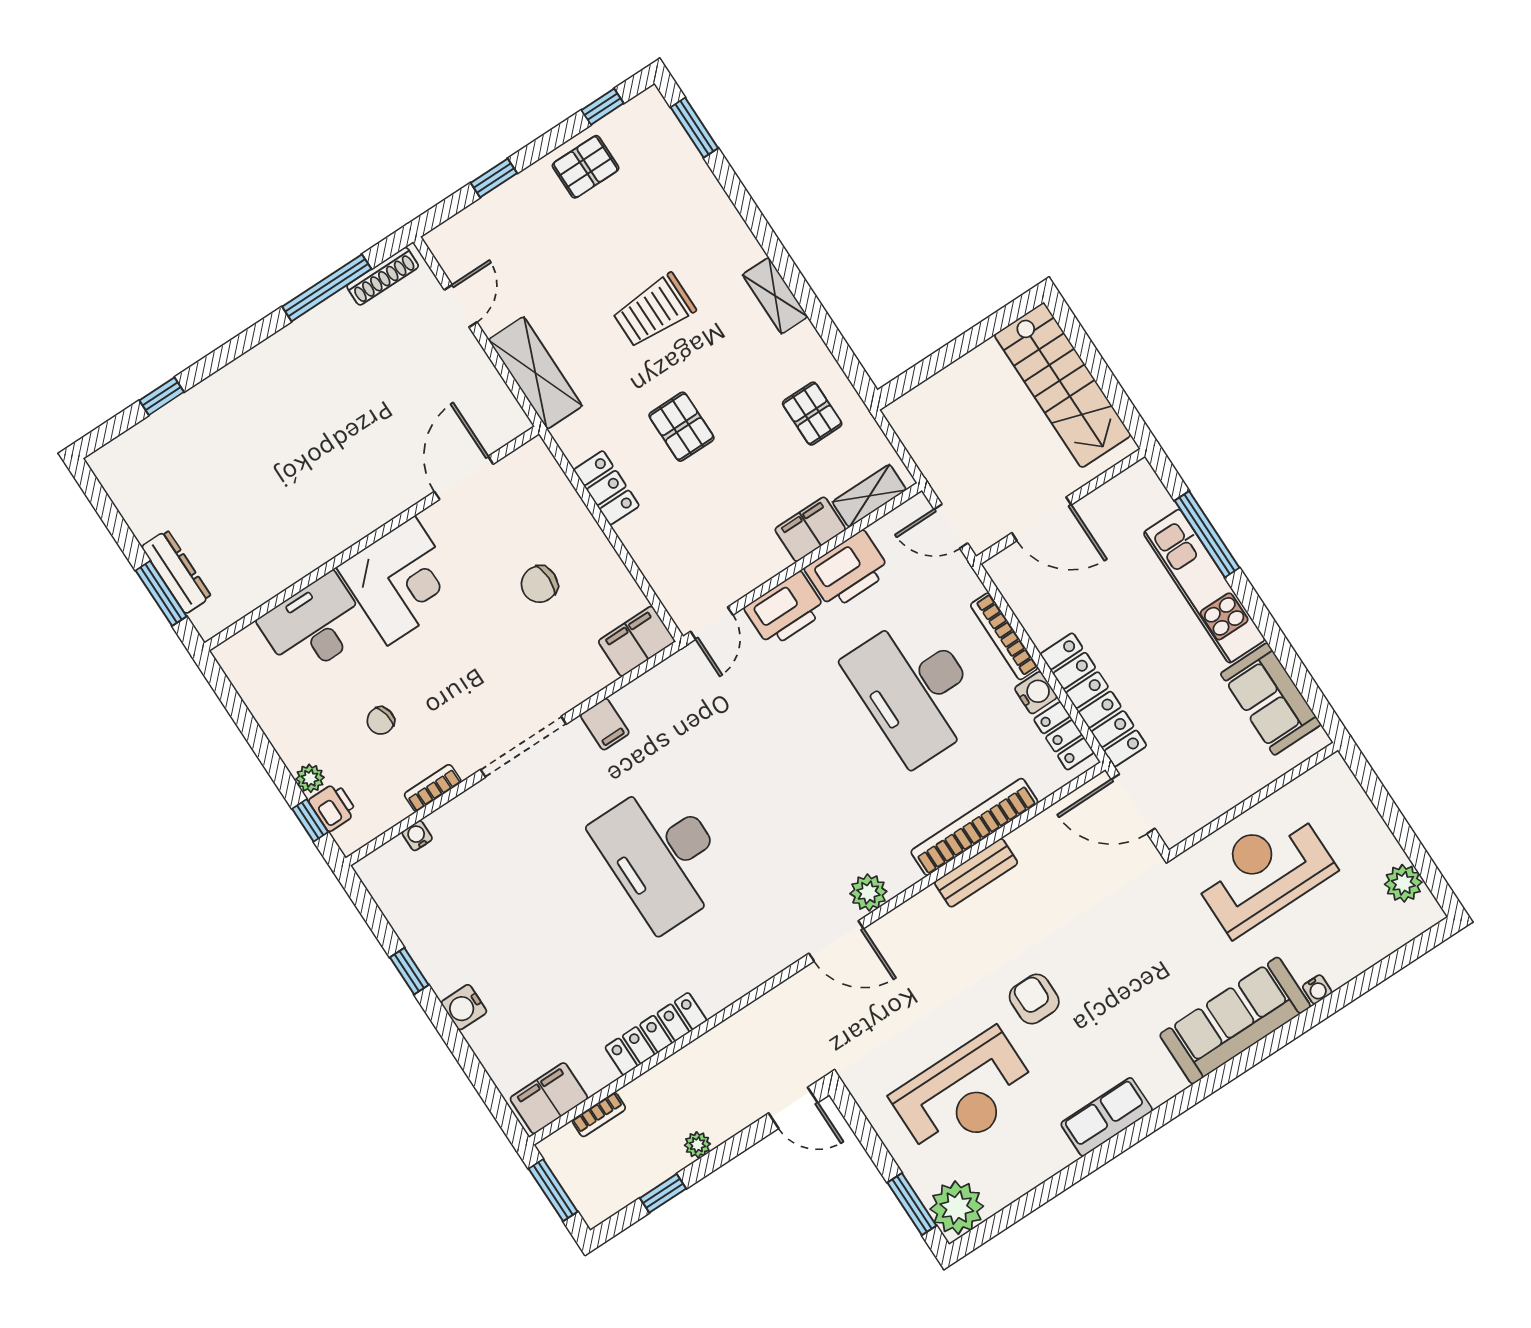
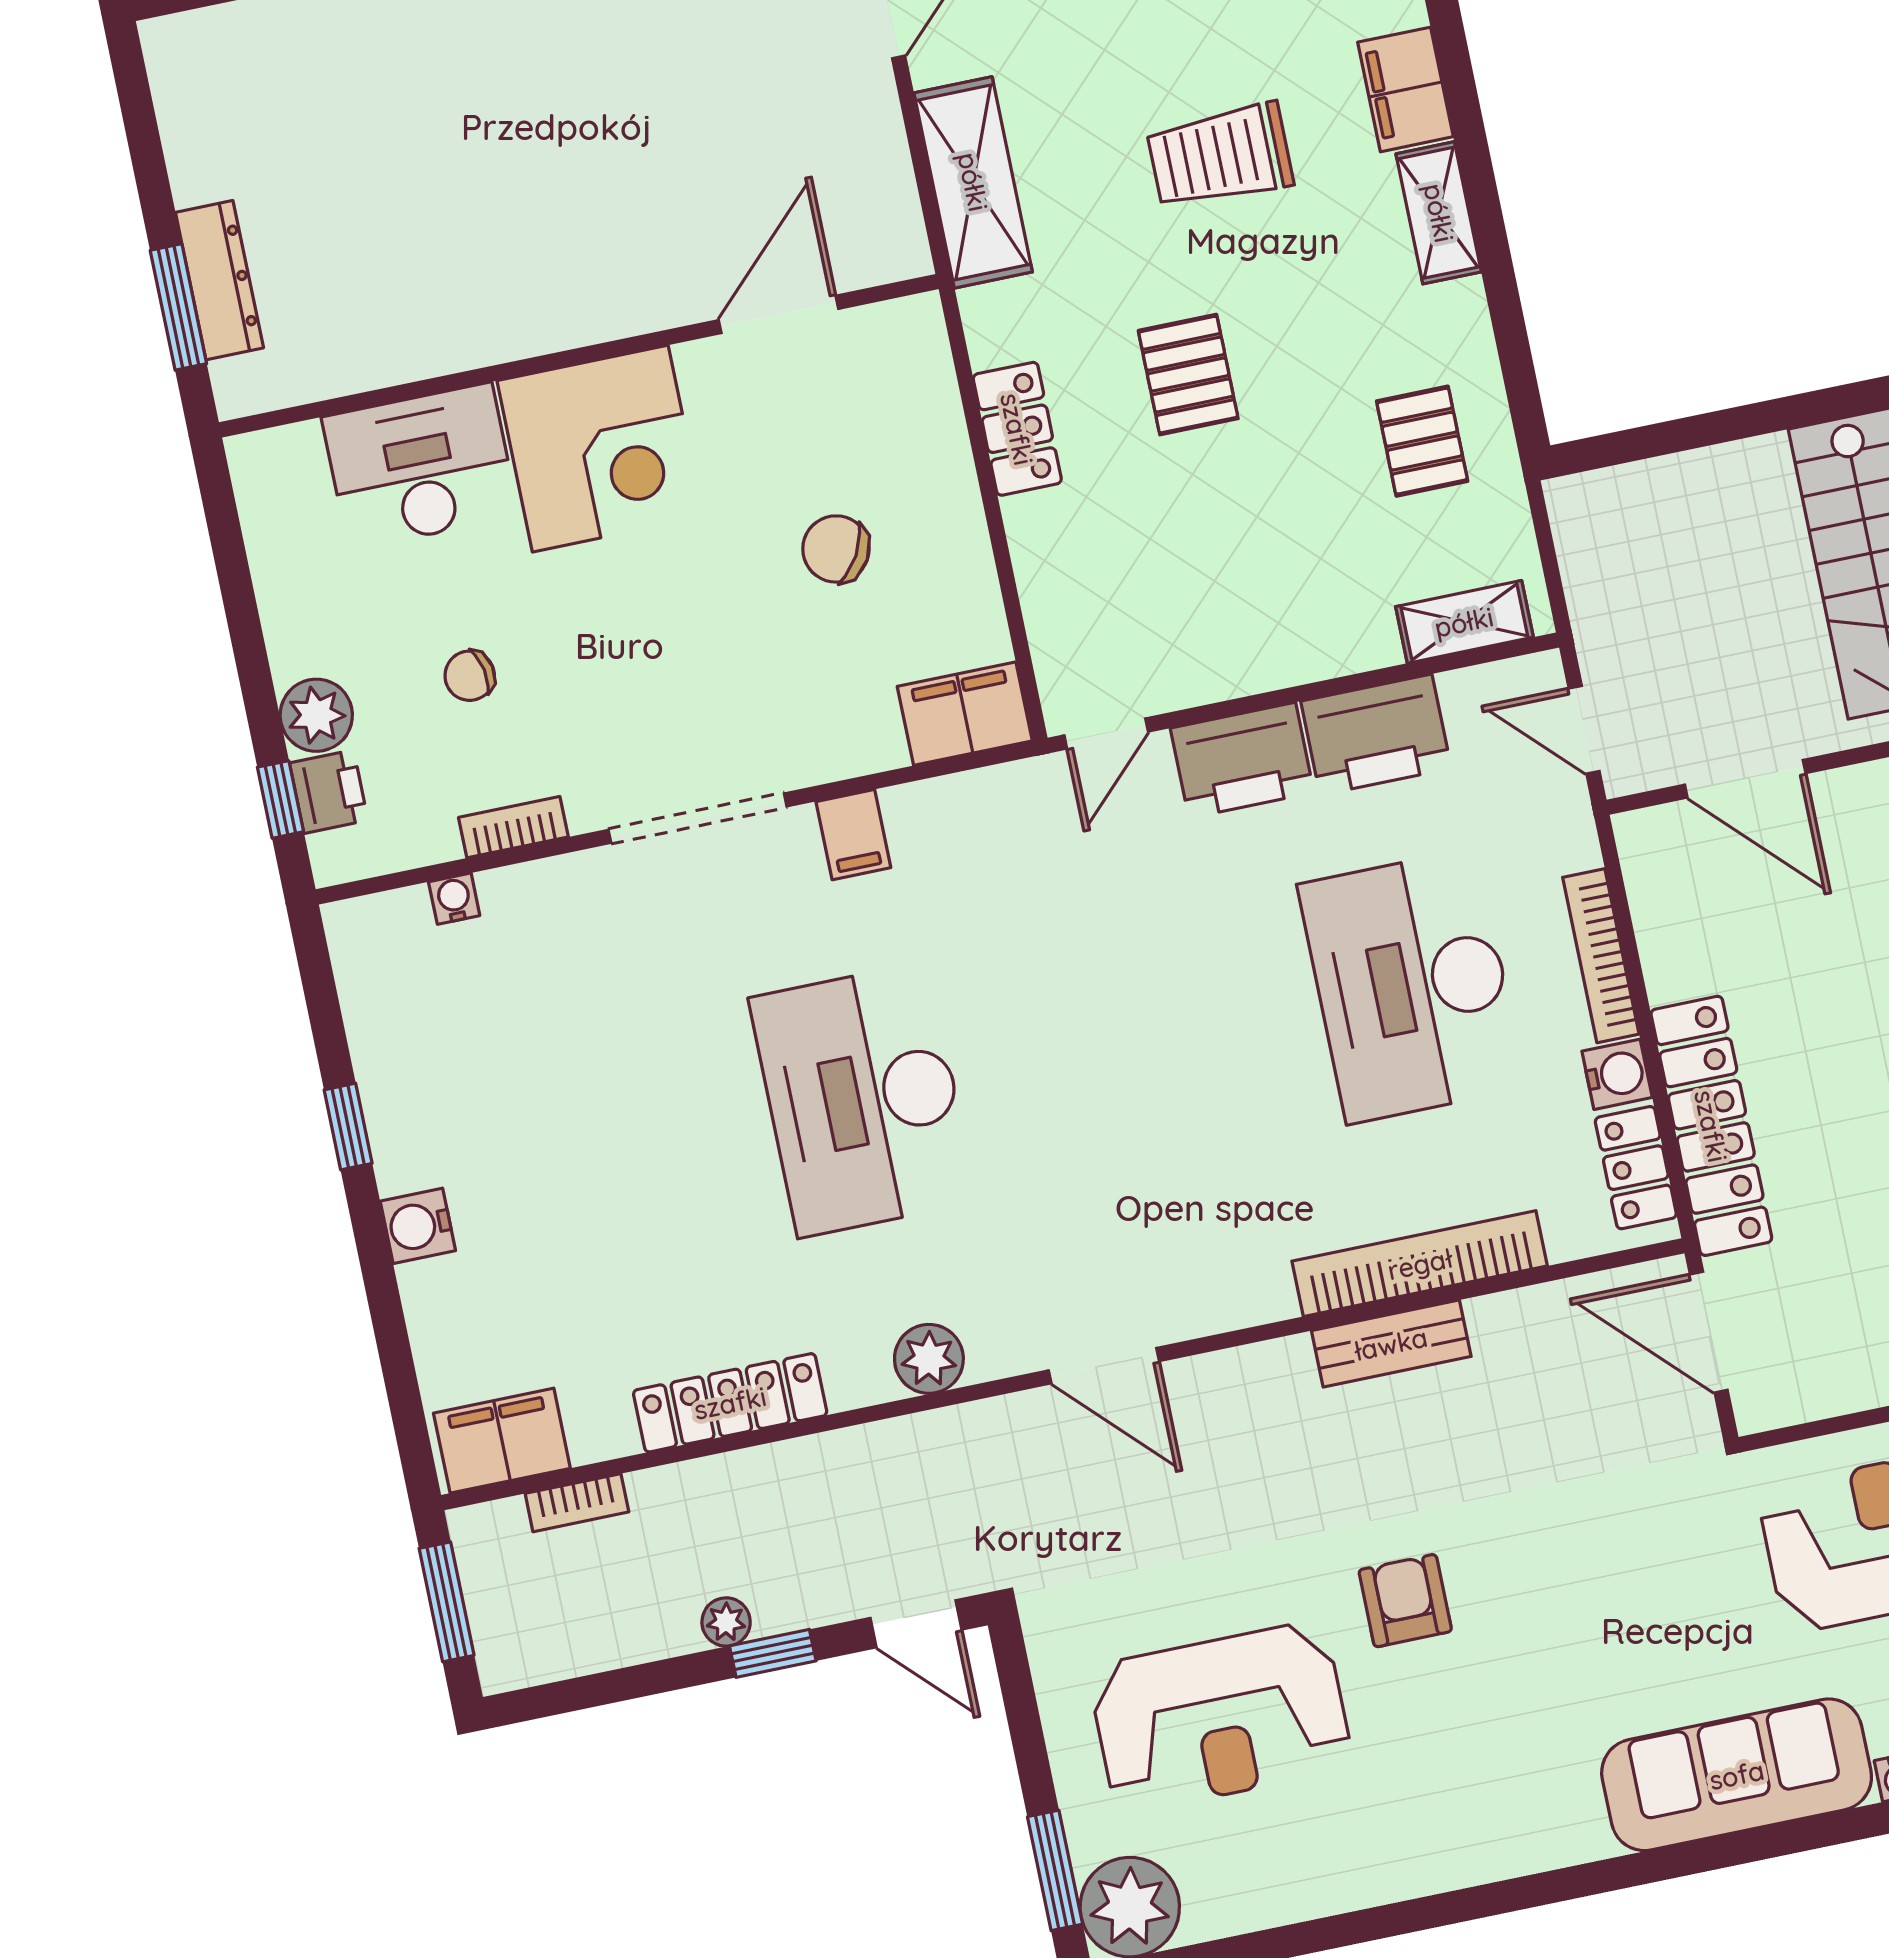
filing cabinet: (810, 529) -> (1405, 89), moved, turned -90
chair: (539, 584) -> (836, 549), turned 30
plant: (310, 778) -> (316, 715), width x1.38, depth x1.38
plant: (868, 893) -> (929, 1359), moved
row of seats: (1107, 1117) -> (1450, 1853), removed
window: (663, 1193) -> (773, 1653), moved

